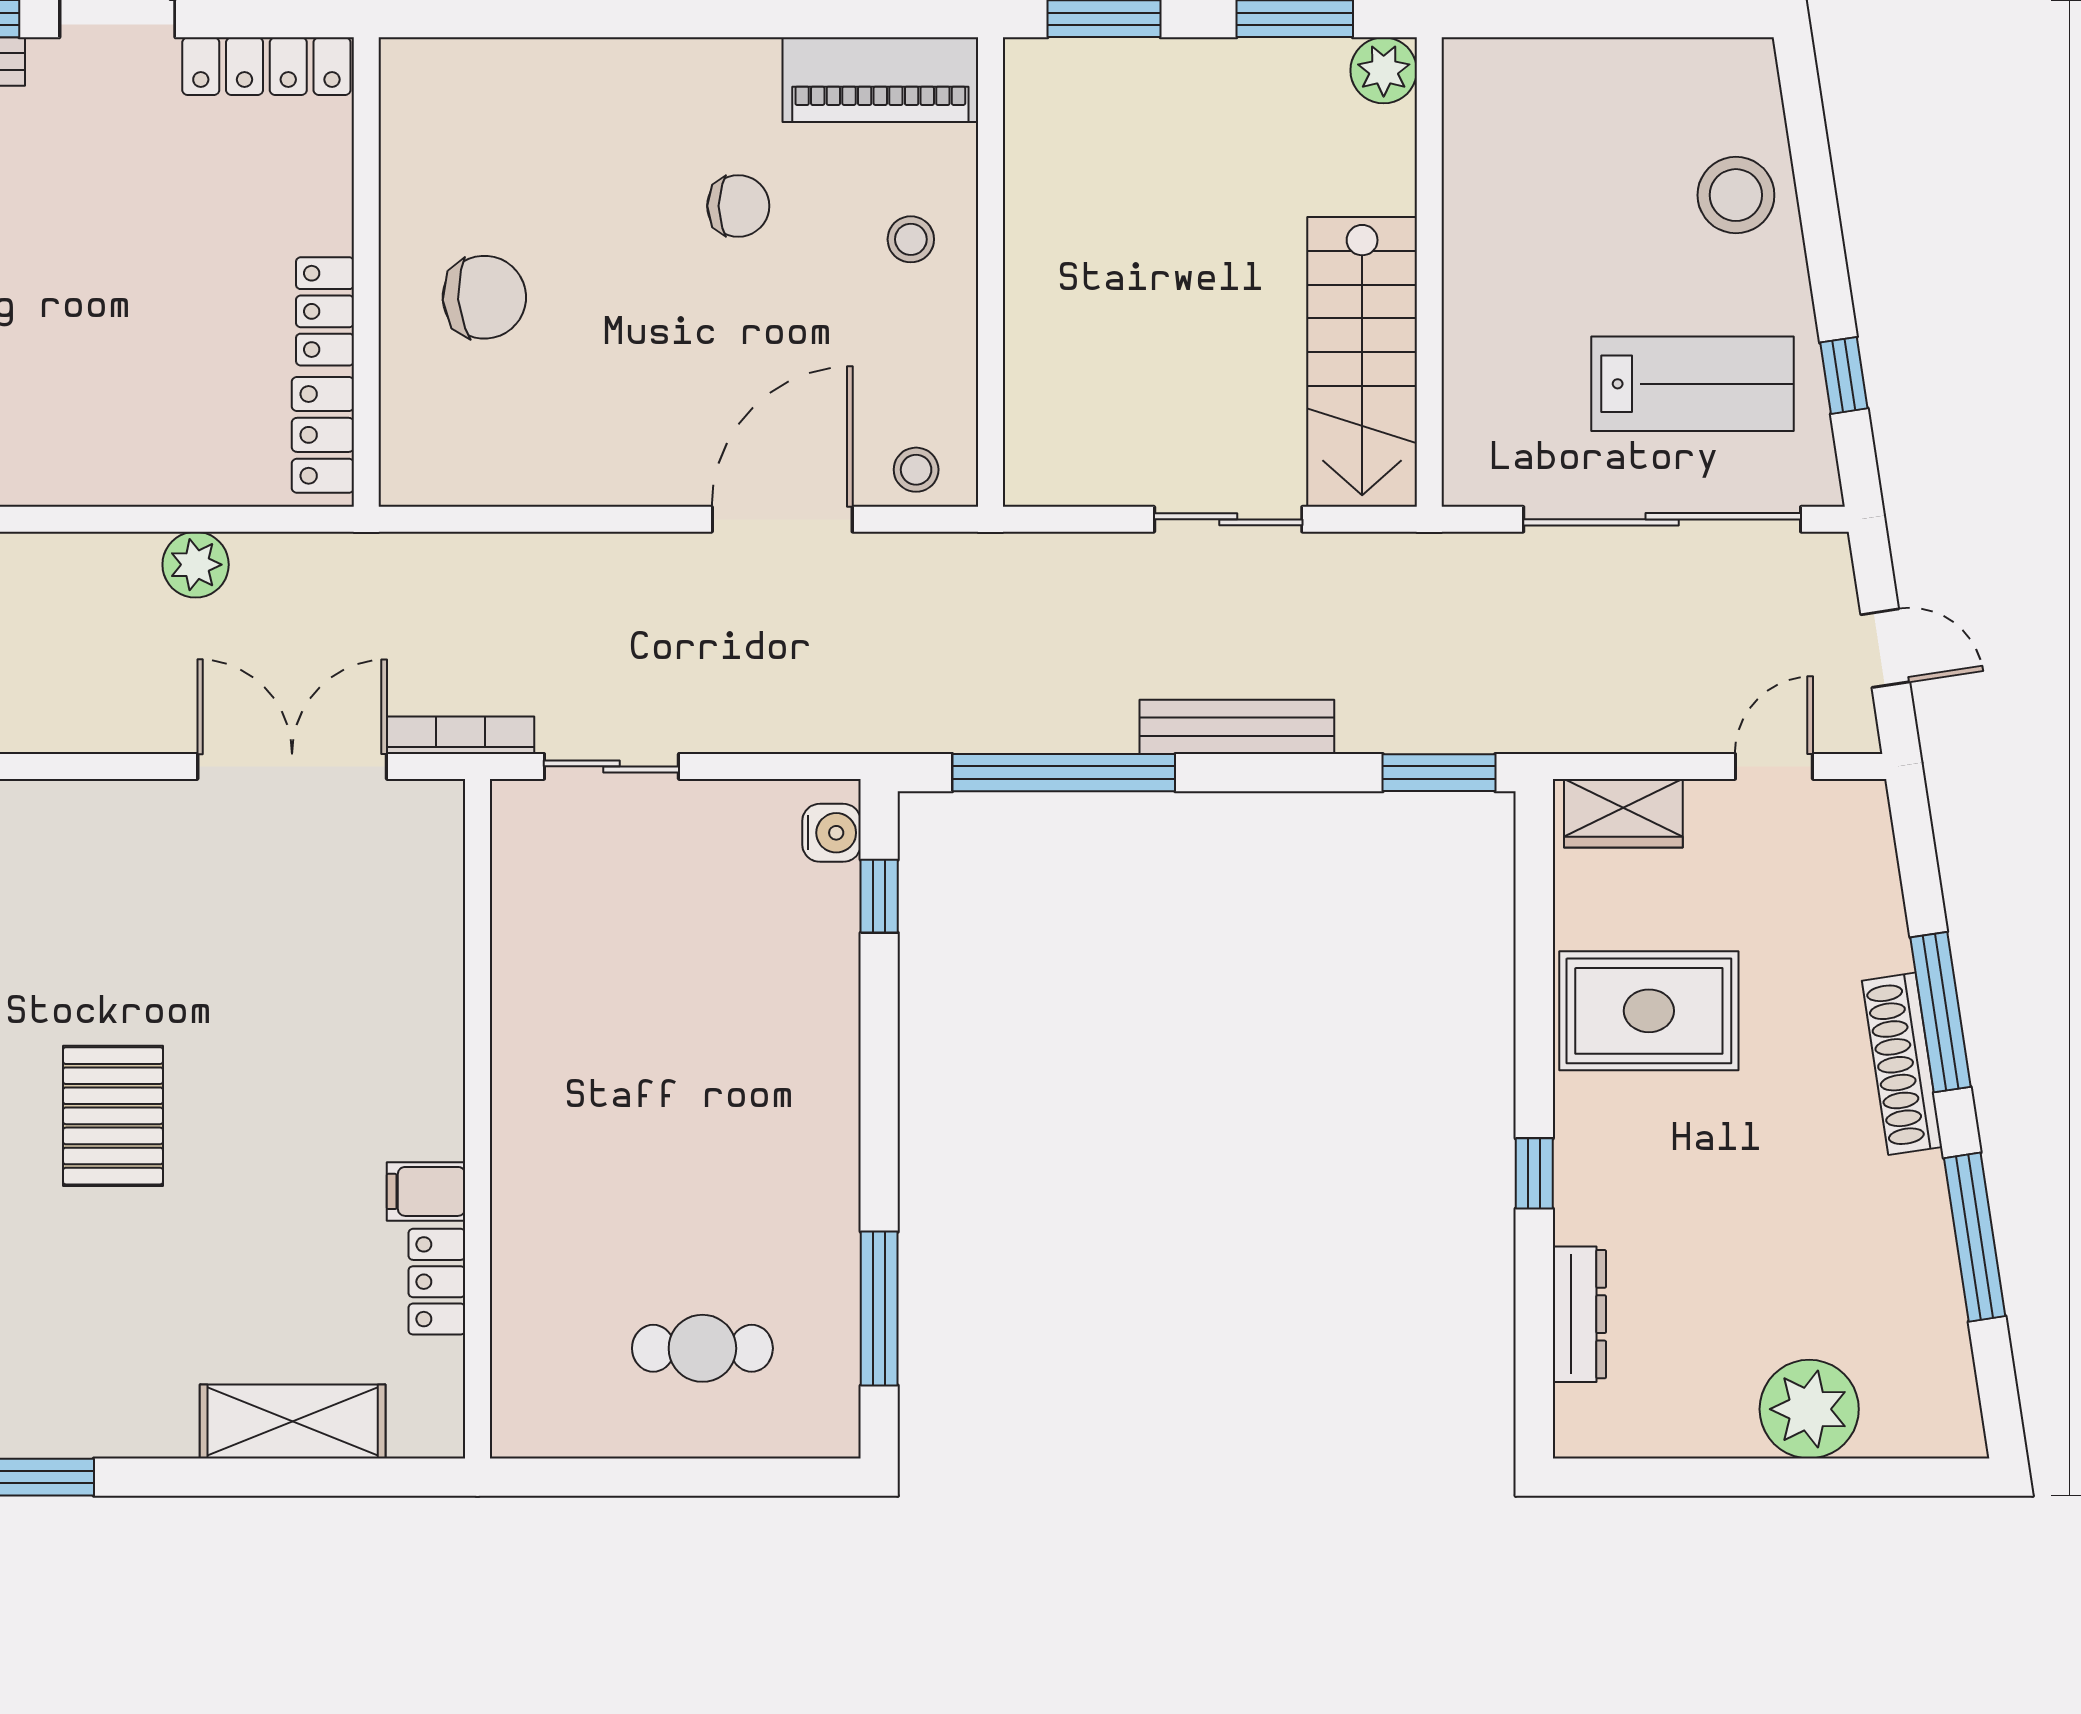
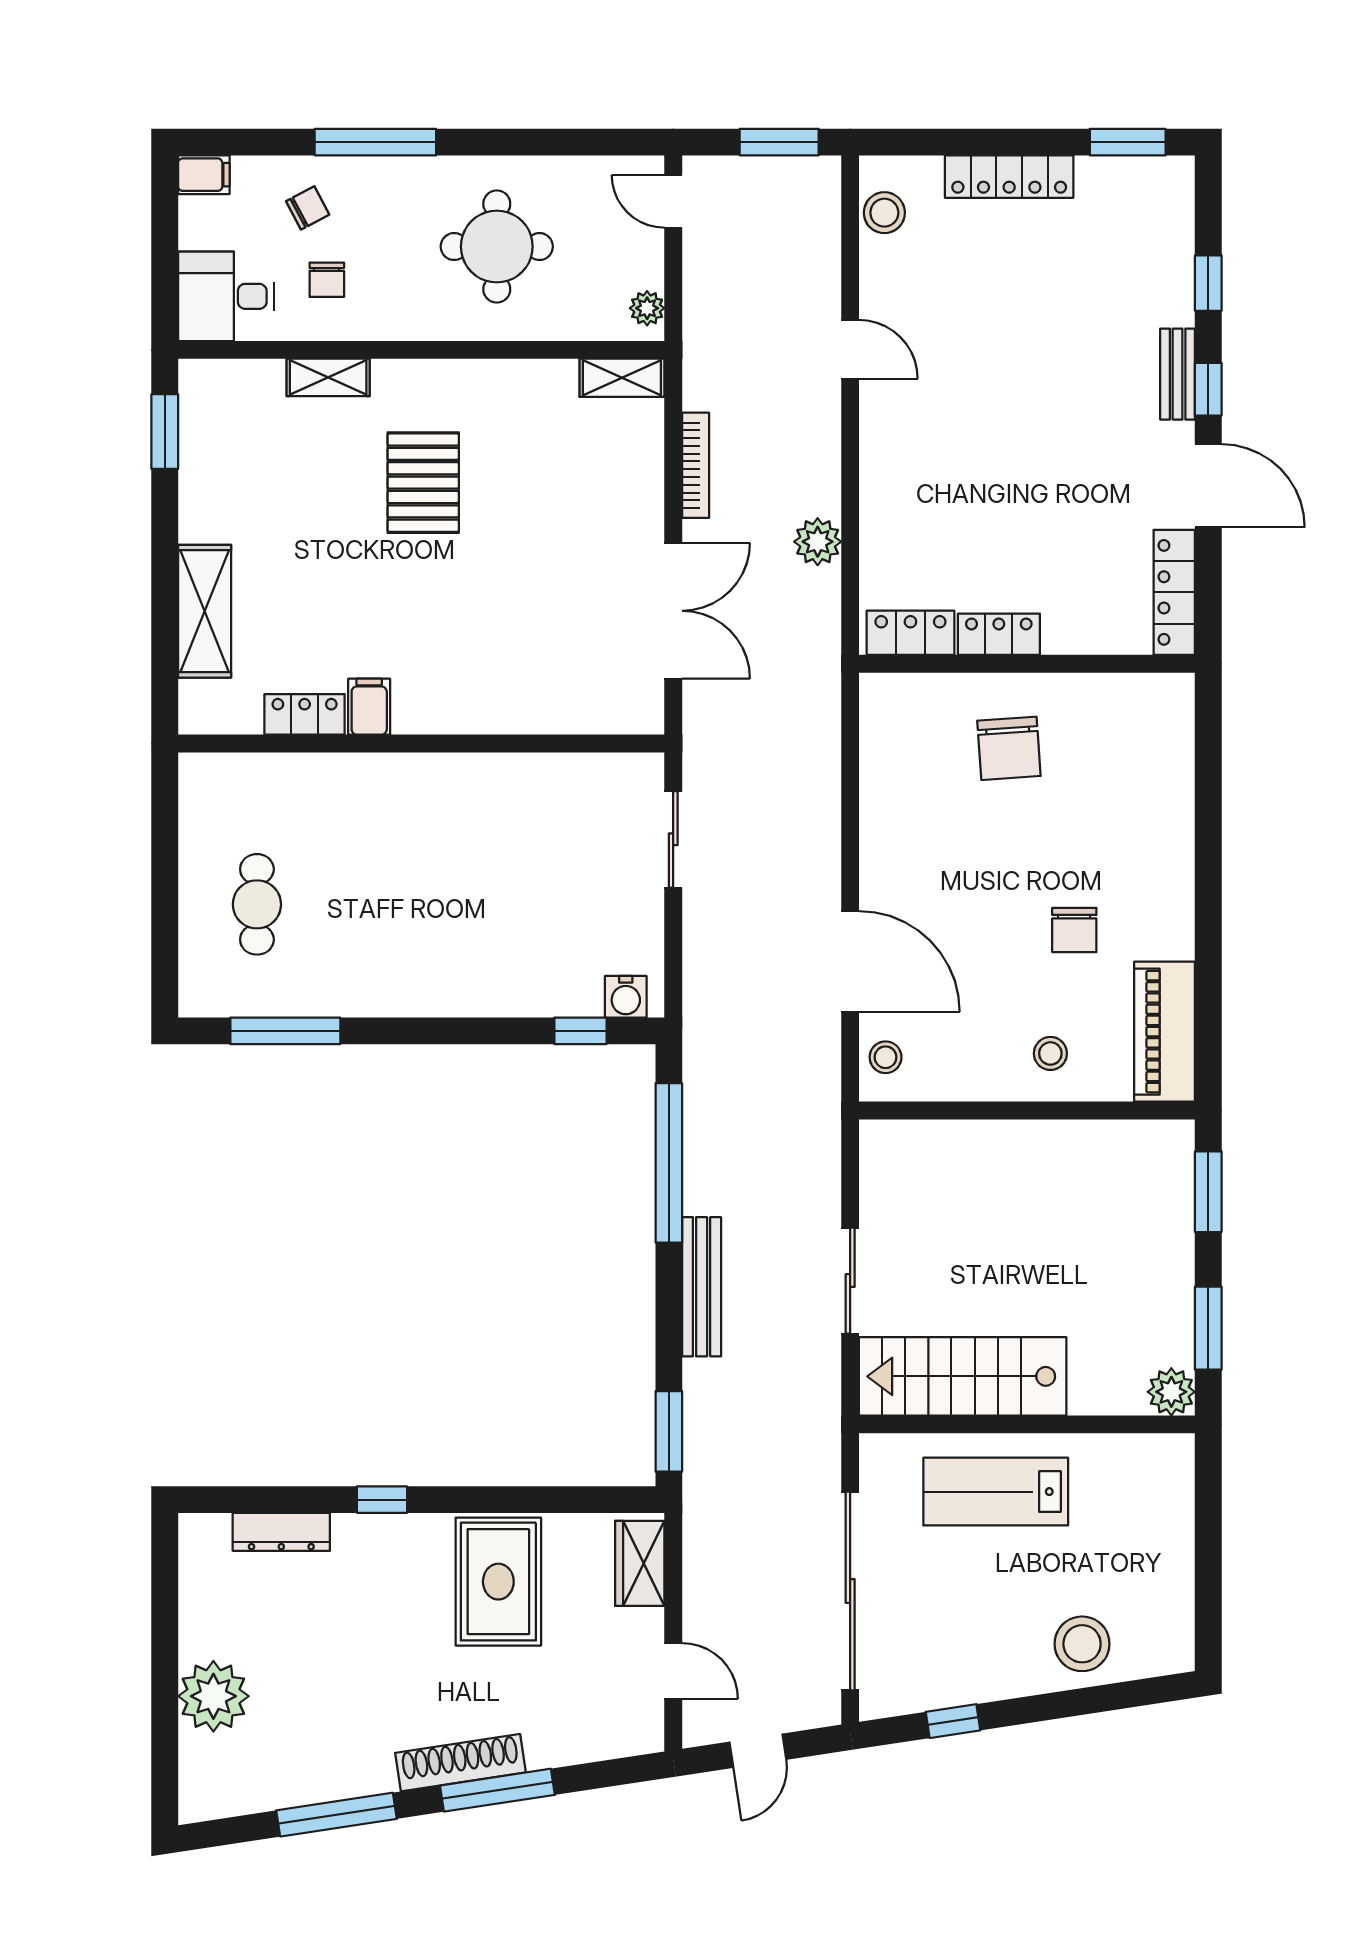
lab bench: (1692, 384) -> (996, 1492), moved, turned 90
bookcase: (461, 735) -> (696, 465), moved
pallet: (113, 1116) -> (423, 483), turned 90

